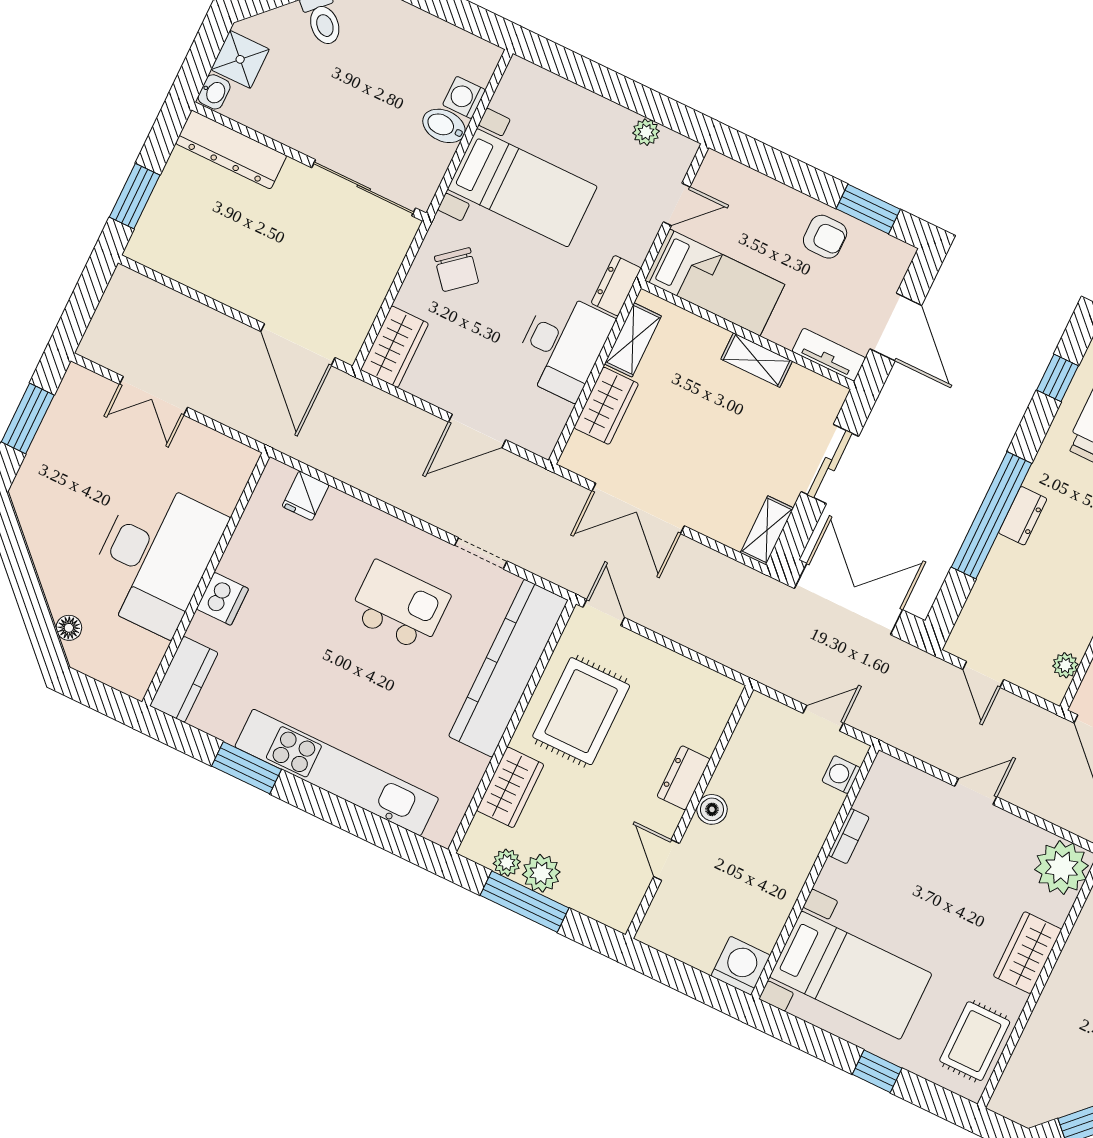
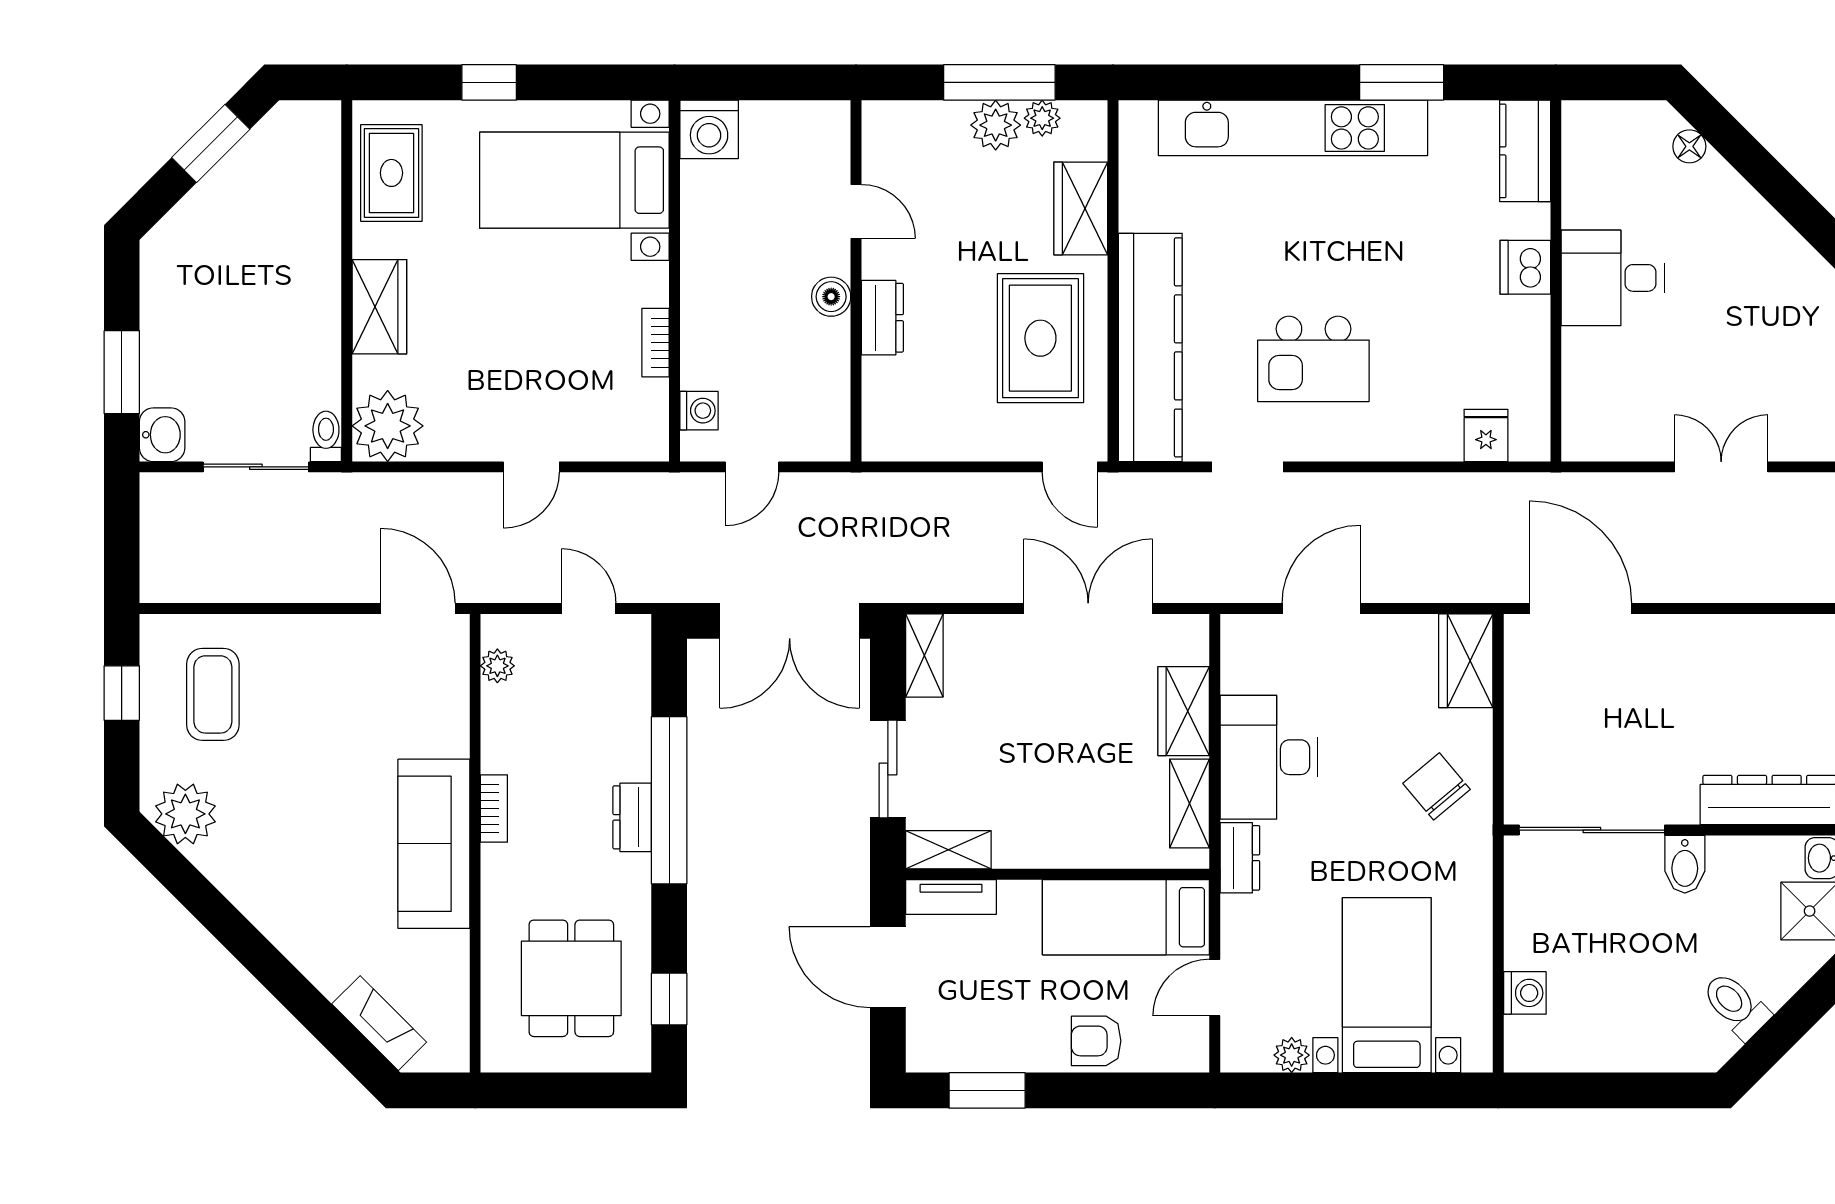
bidet: (444, 126) -> (1685, 864), moved, turned 90
bed with nightstands: (522, 188) -> (1387, 985), moved, turned 90
armchair: (825, 237) -> (1096, 1041), moved
shelving: (757, 360) -> (948, 850), moved
desk: (155, 557) -> (1613, 278), width x0.53, depth x0.77

